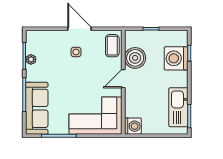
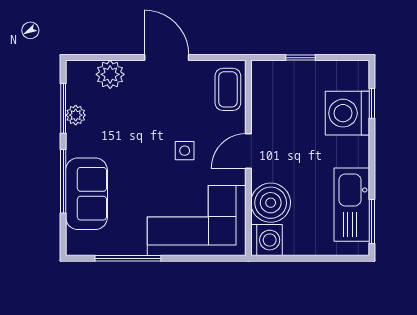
plant: (49, 38) -> (110, 74), added
side table: (76, 52) -> (185, 151), moved
boiler: (135, 58) -> (271, 203), moved
sofa: (37, 108) -> (87, 194), width x0.73

